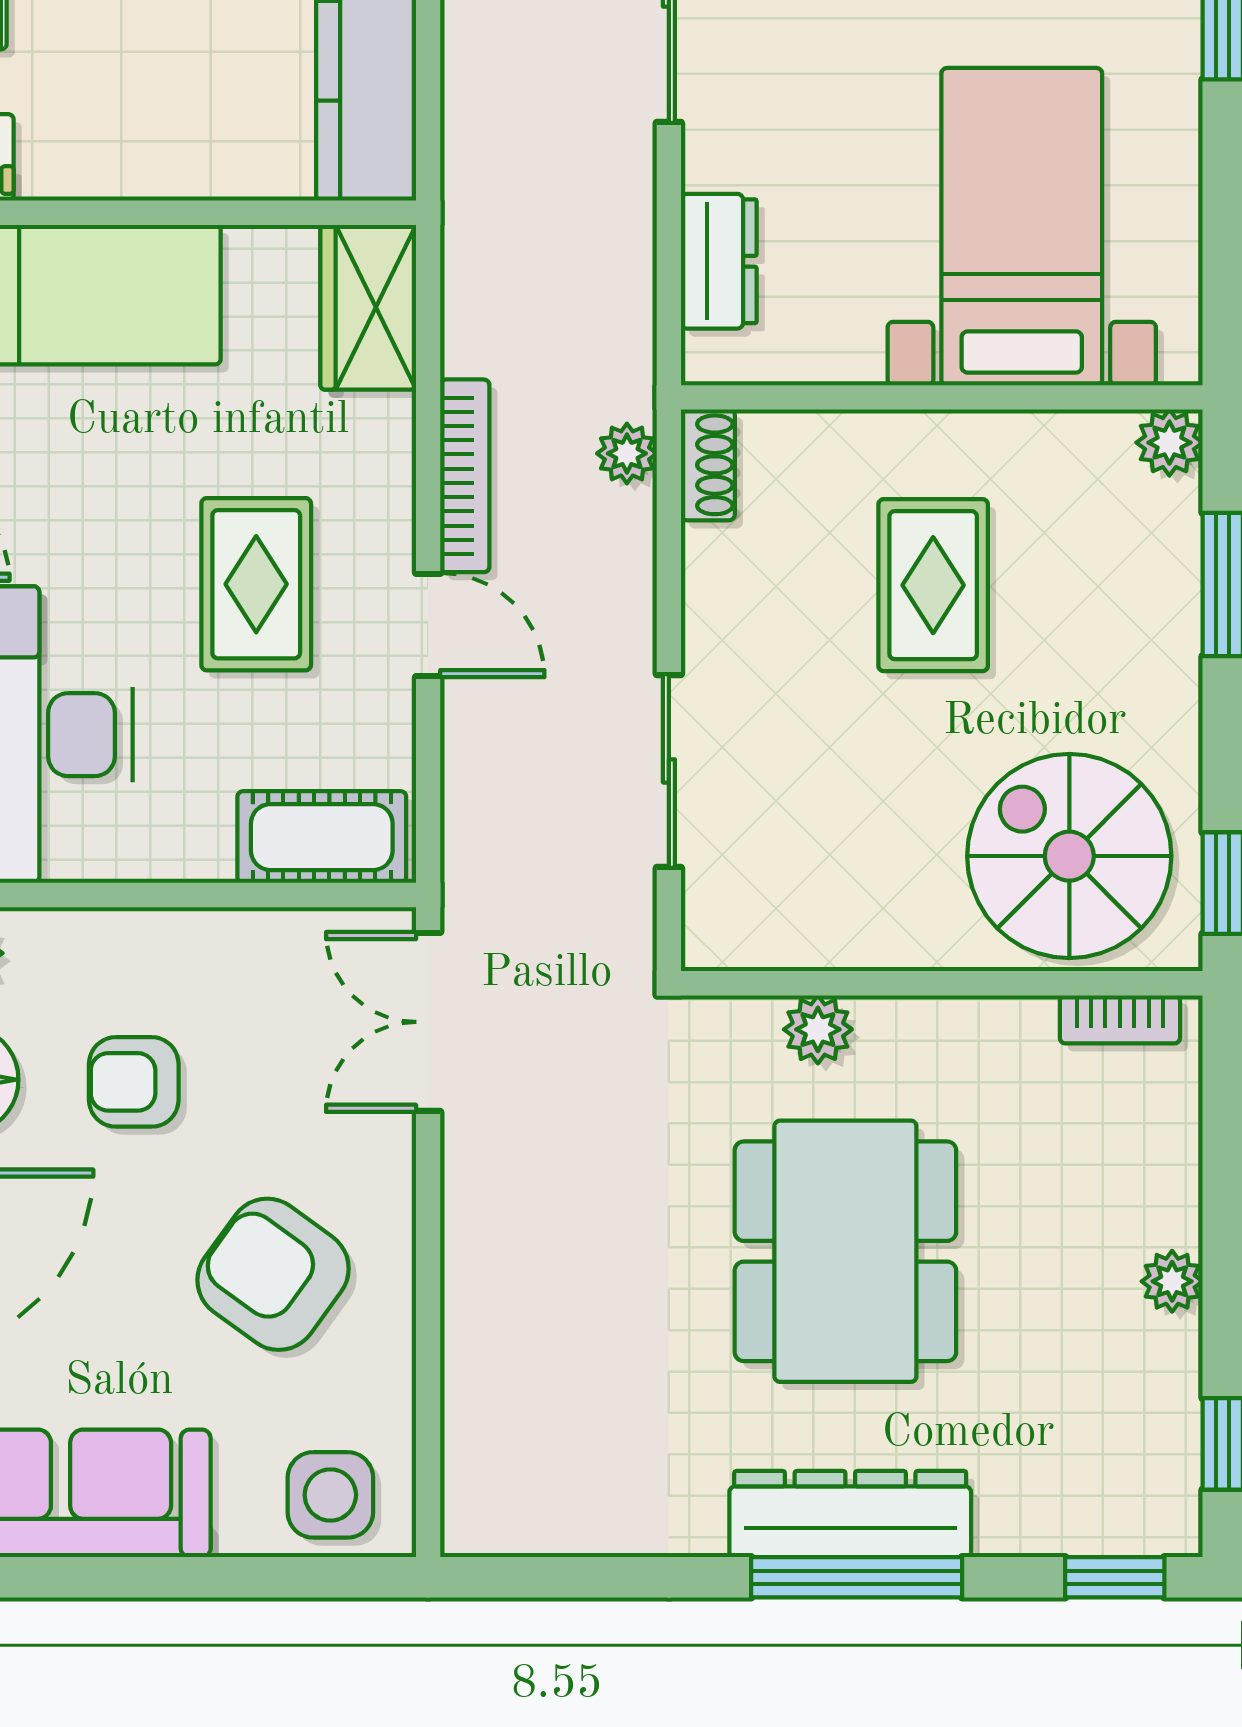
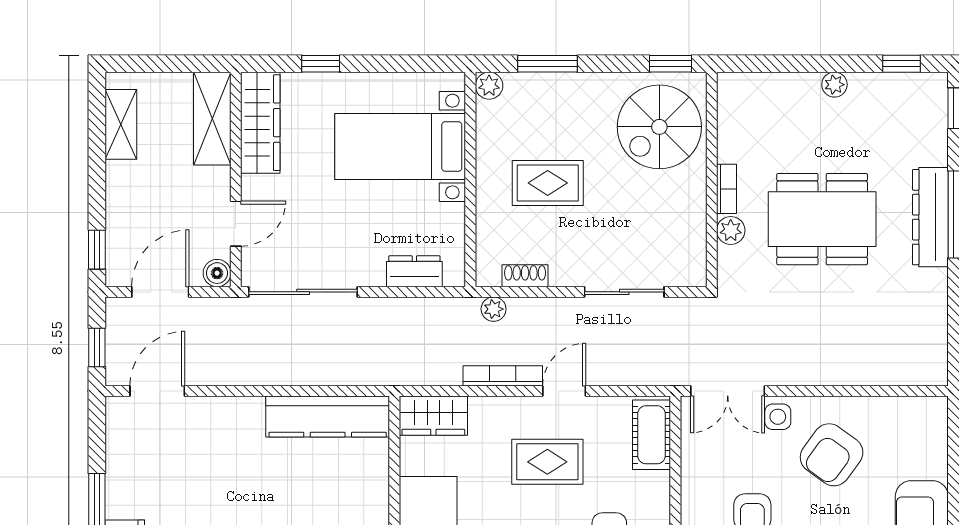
shoe rack: (708, 465) -> (525, 276), moved
bookcase: (1120, 1019) -> (727, 189), moved
side table: (330, 1495) -> (778, 417), moved, width x0.73, depth x0.73

